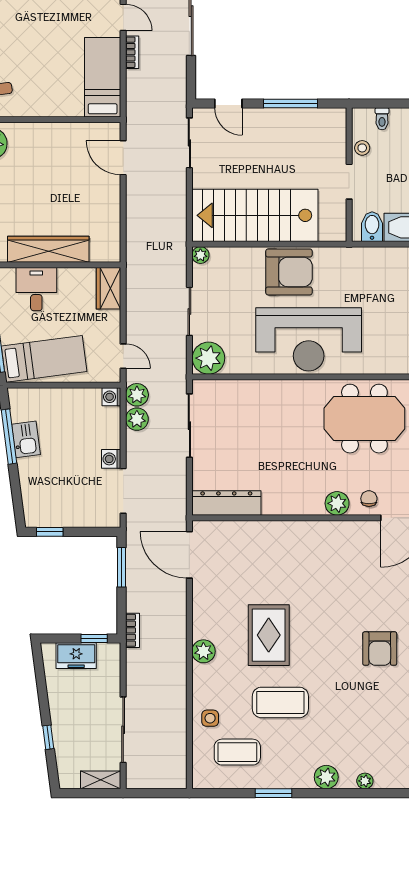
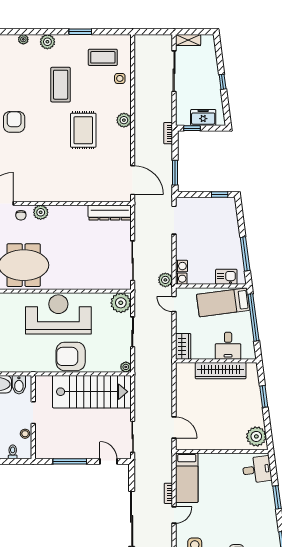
door: (123, 17) -> (174, 515), swing flipped
plant: (137, 419) -> (165, 265), removed
kitchen sink: (26, 439) -> (226, 277), moved, turned 97
washing machine: (111, 459) -> (181, 266), moved
coffee table: (280, 702) -> (61, 85), moved, turned 90
window: (48, 737) -> (223, 82), moved

